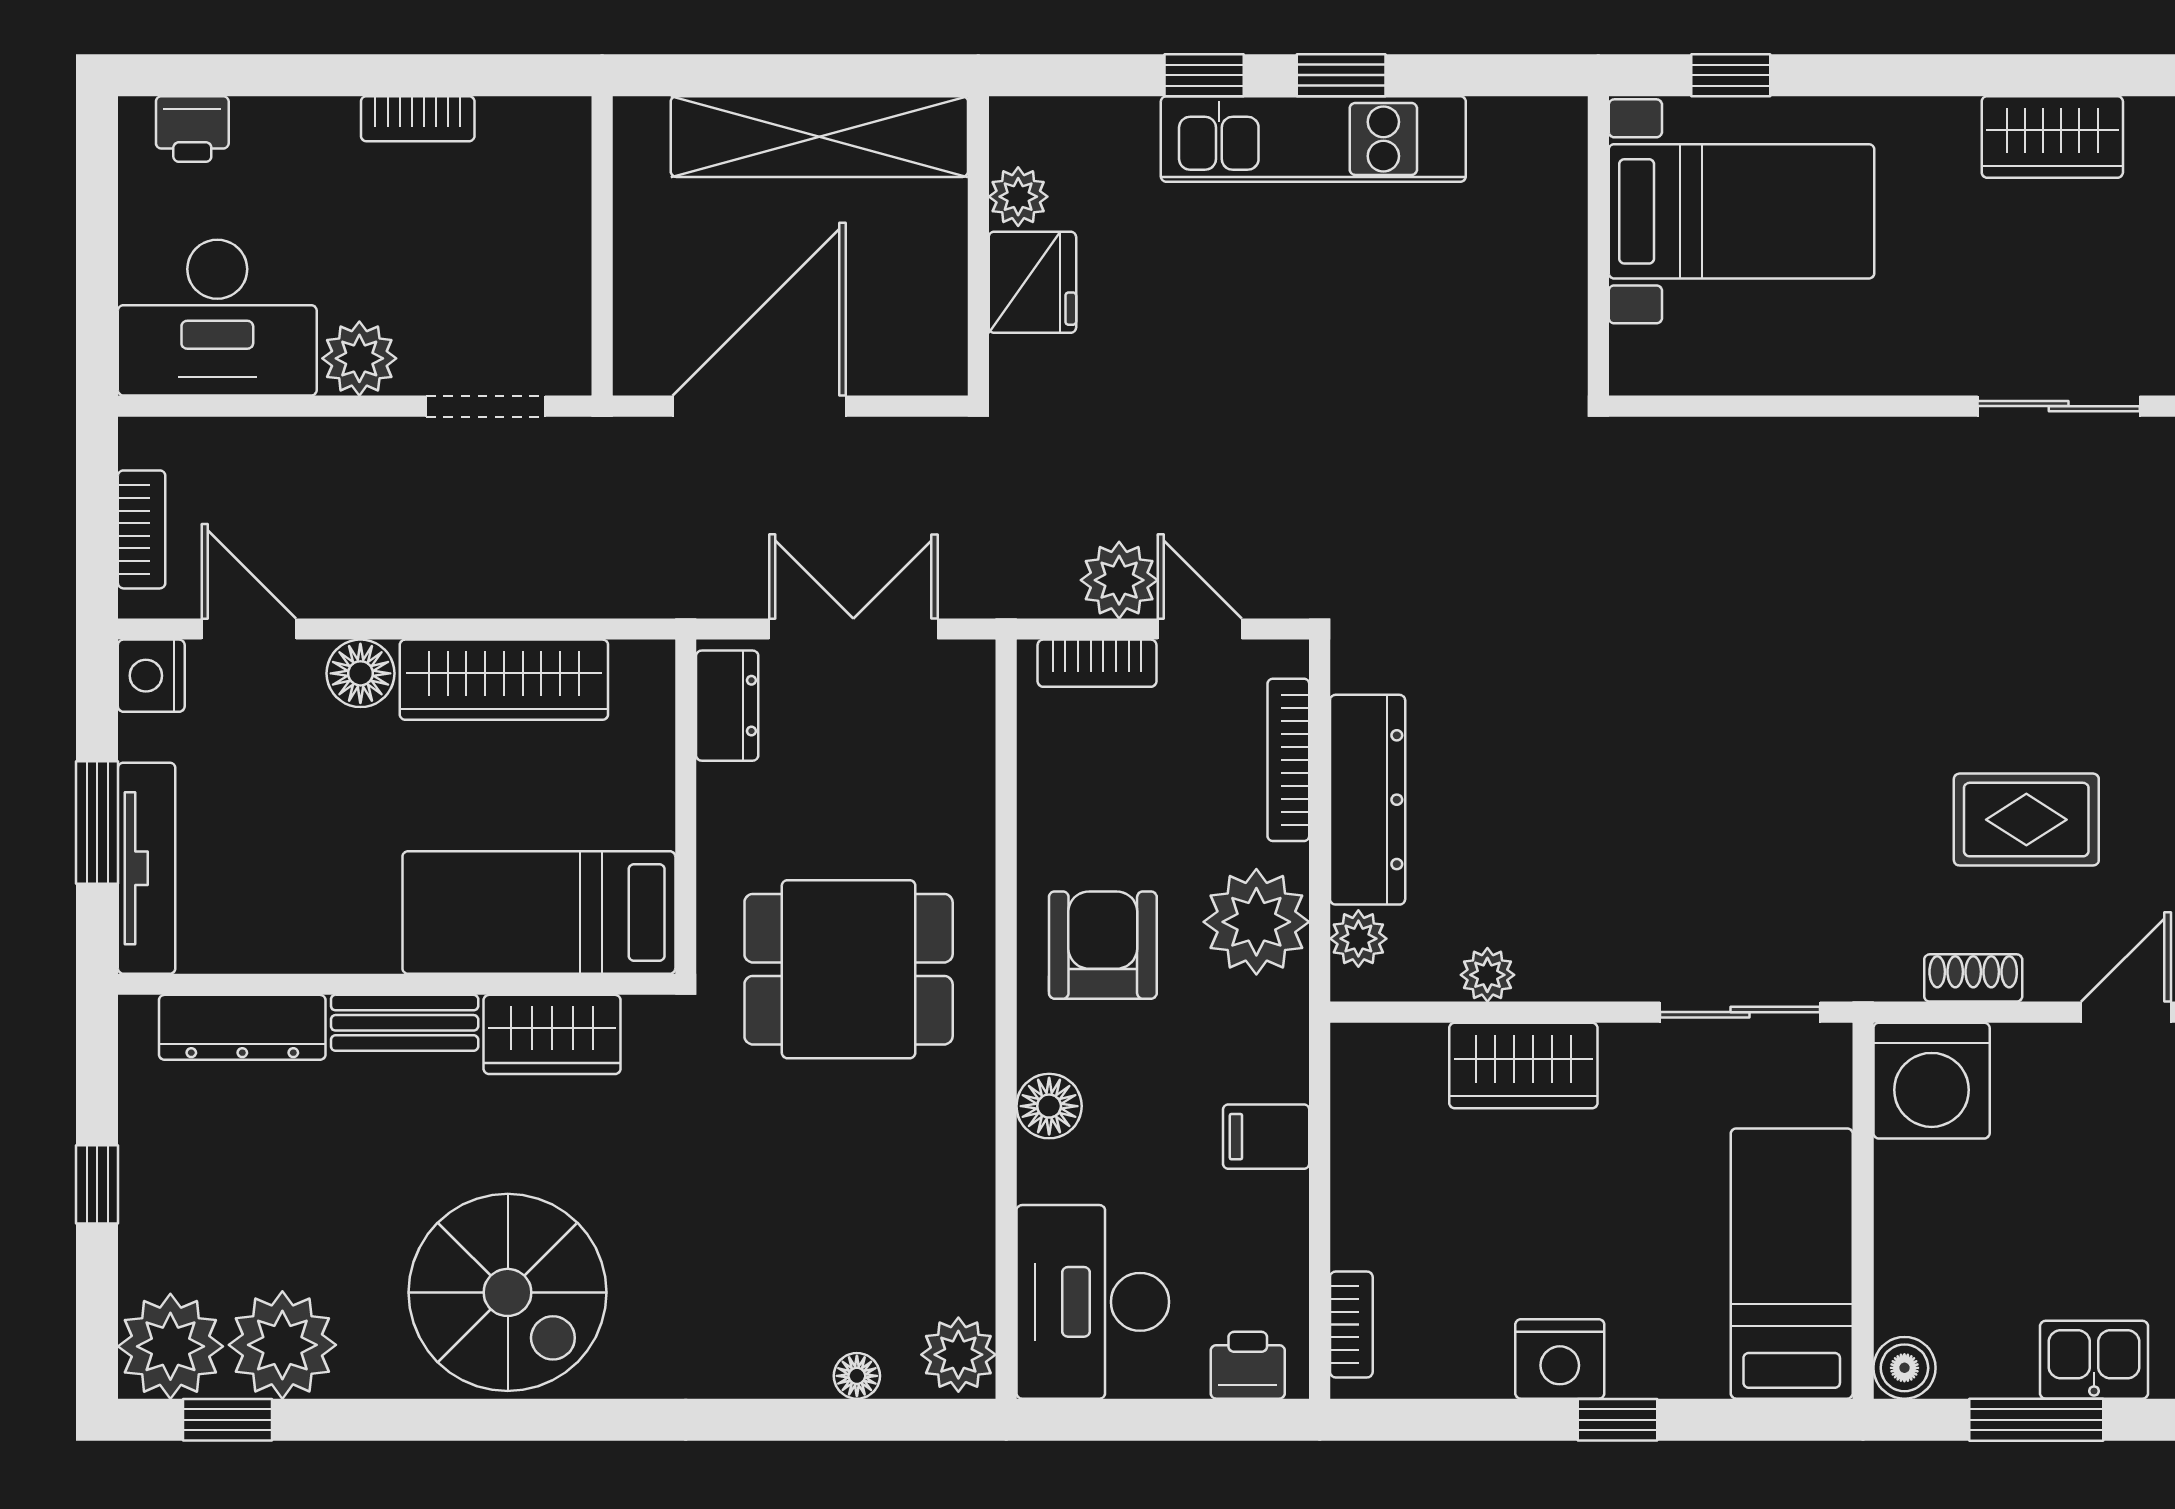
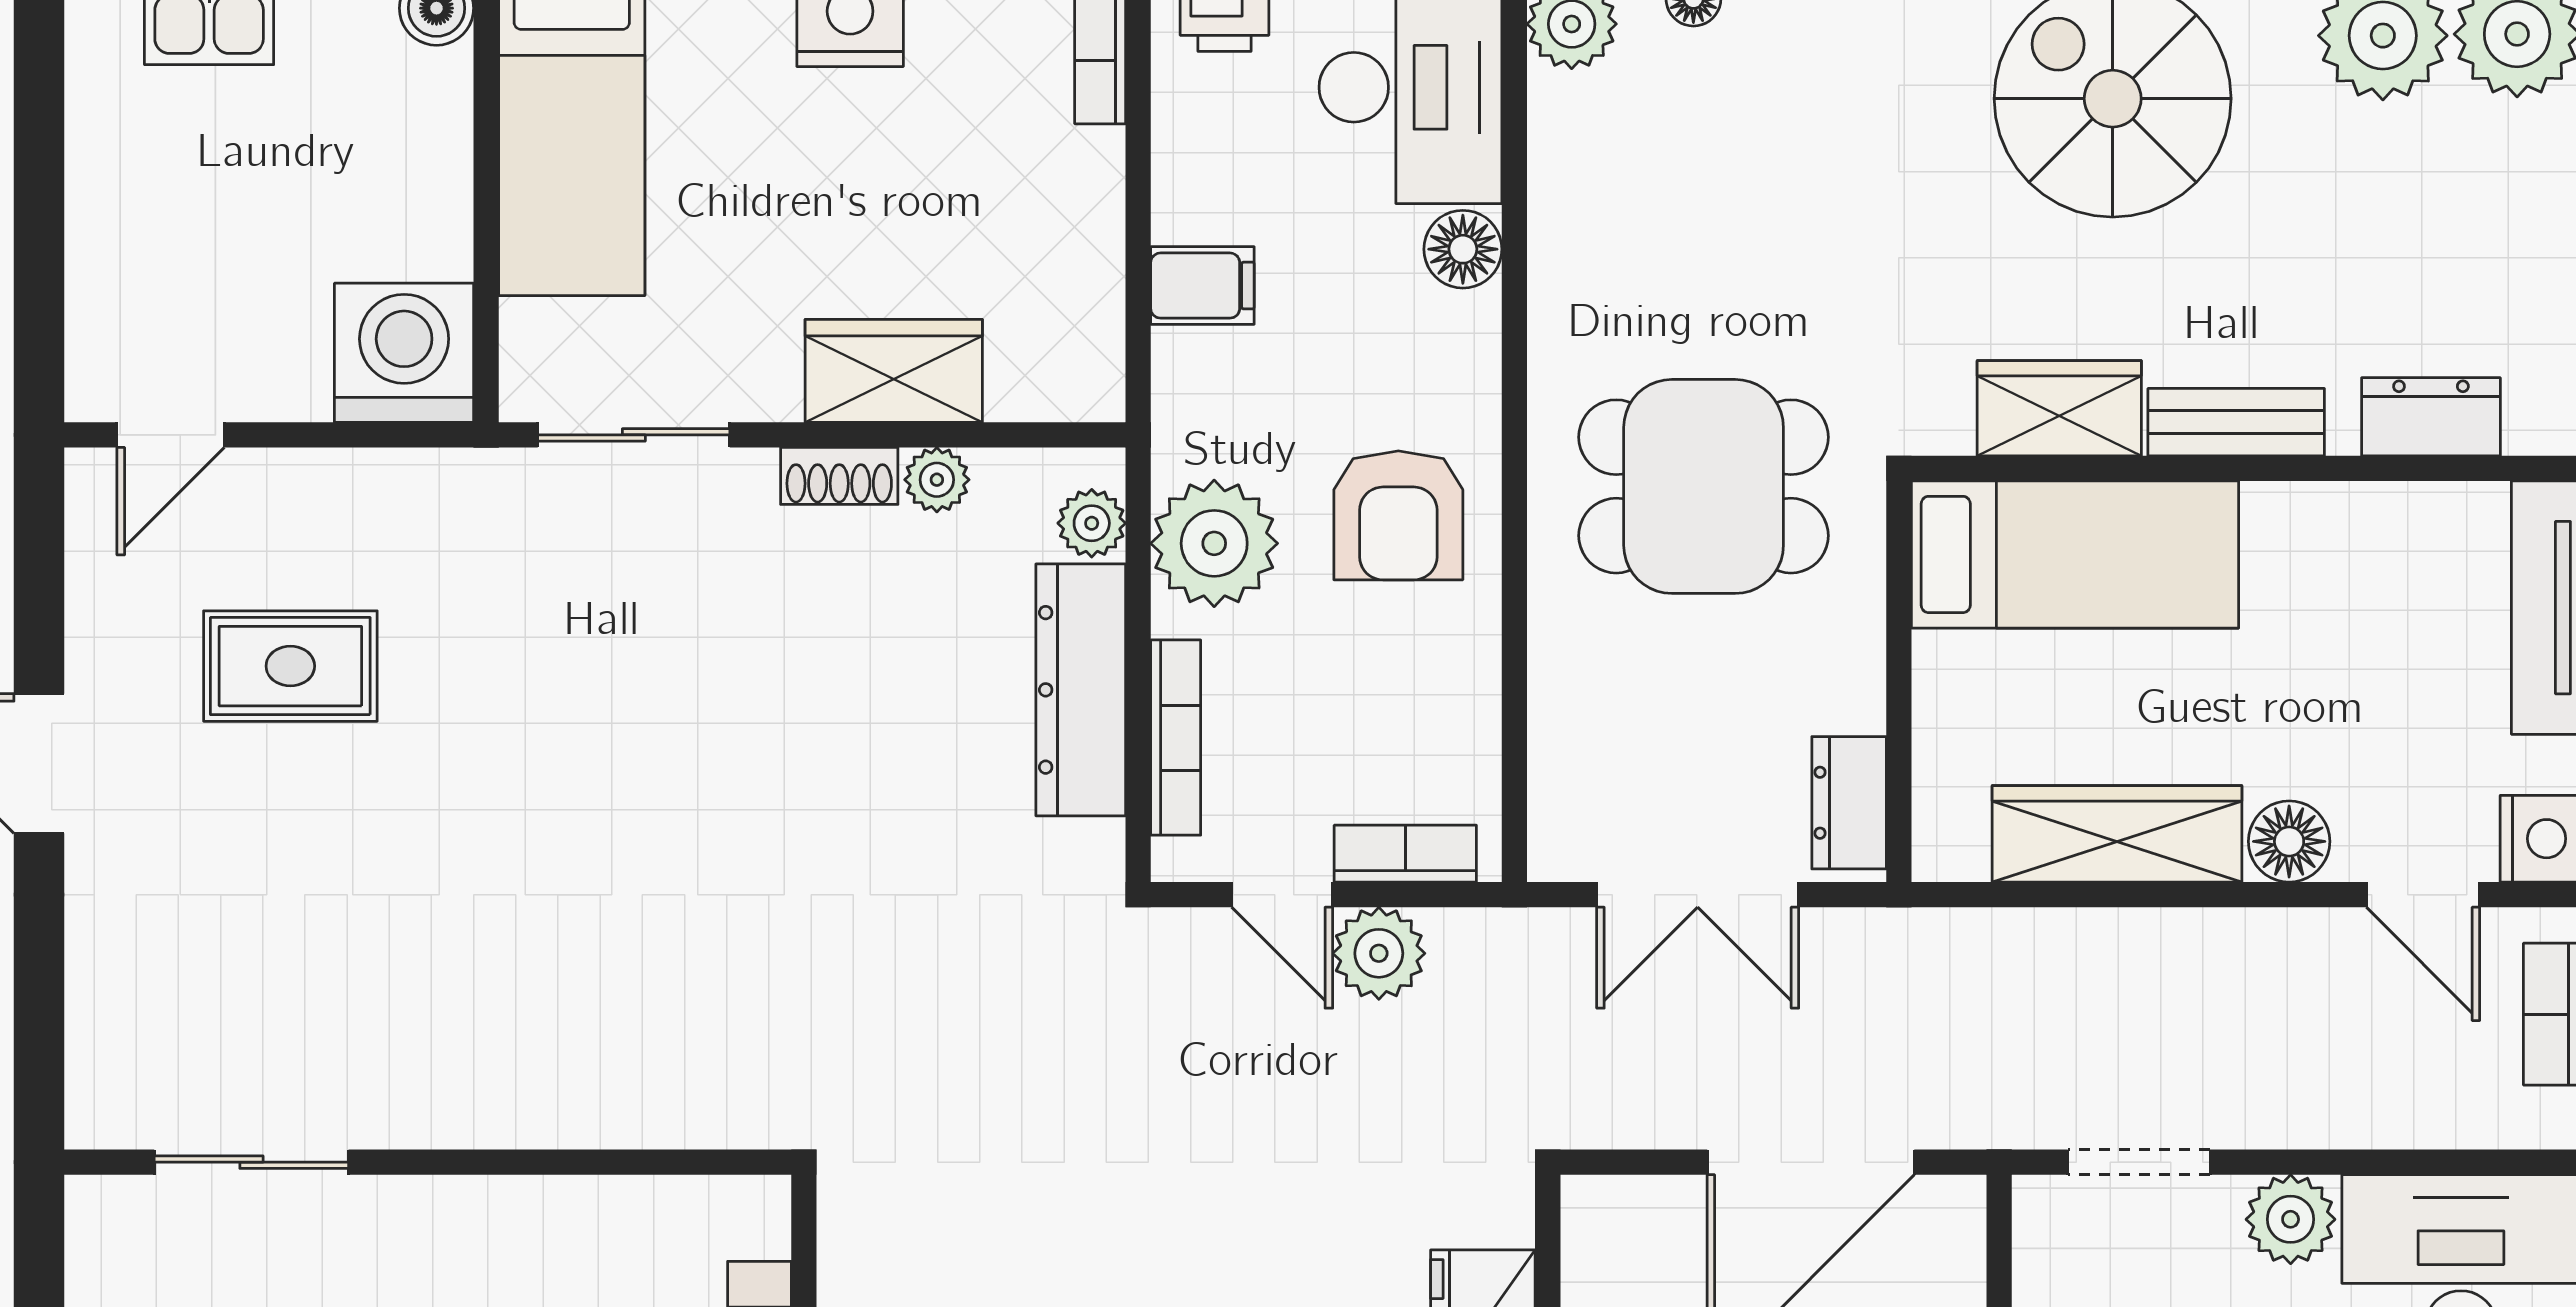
shoe rack: (1973, 978) -> (839, 476), moved
dresser: (242, 1027) -> (2431, 417), width x0.70
floor lamp: (1049, 1106) -> (1463, 249), moved

